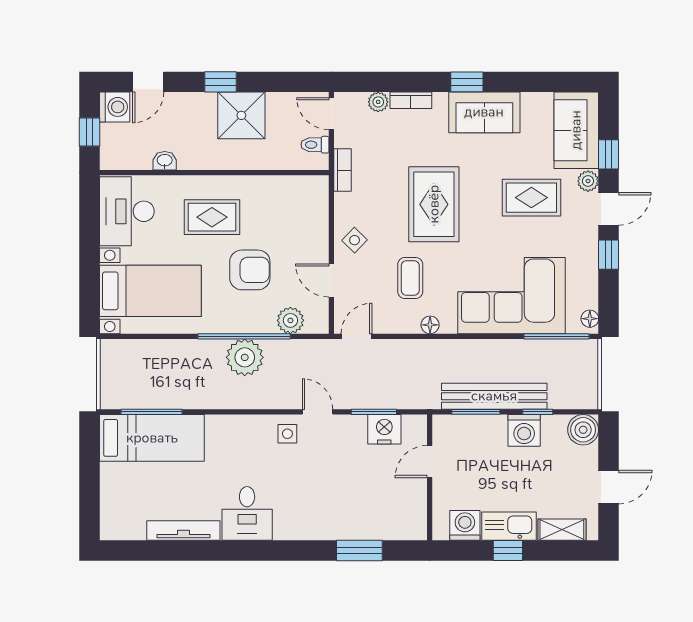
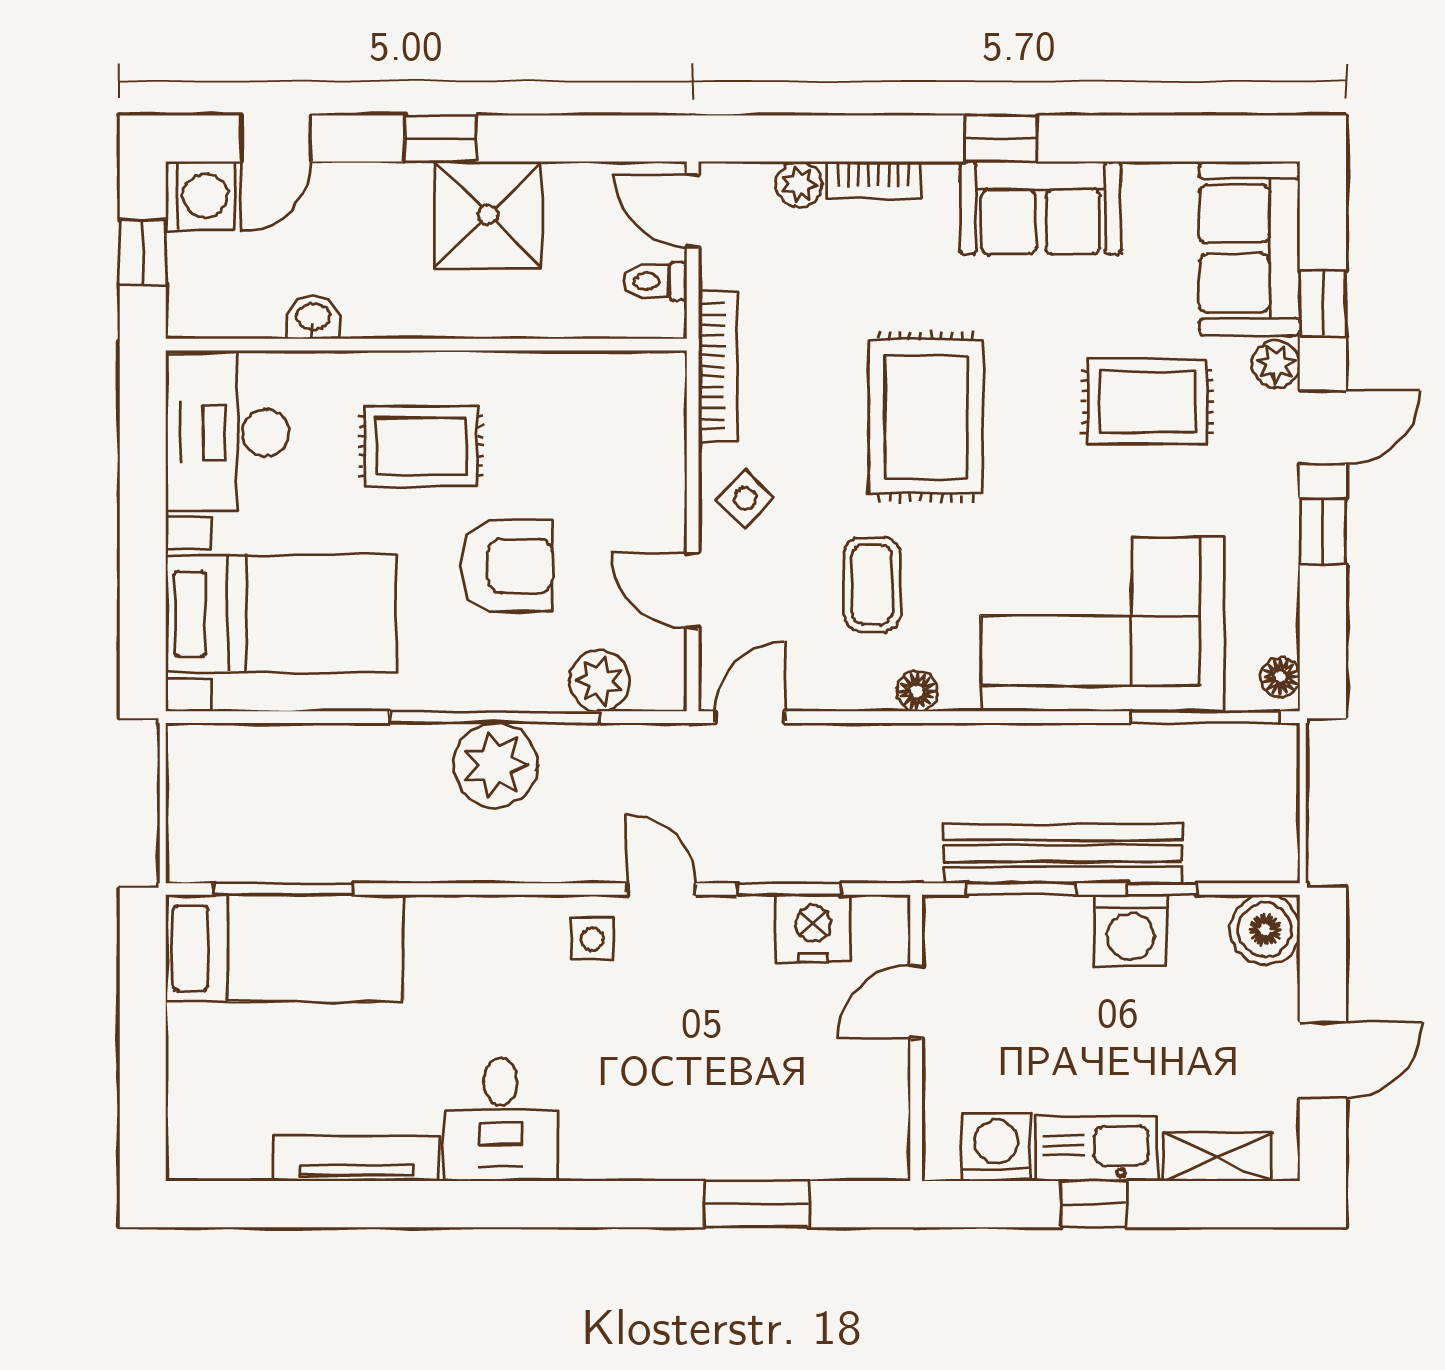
bookcase: (342, 170) -> (718, 366), width x1.56

